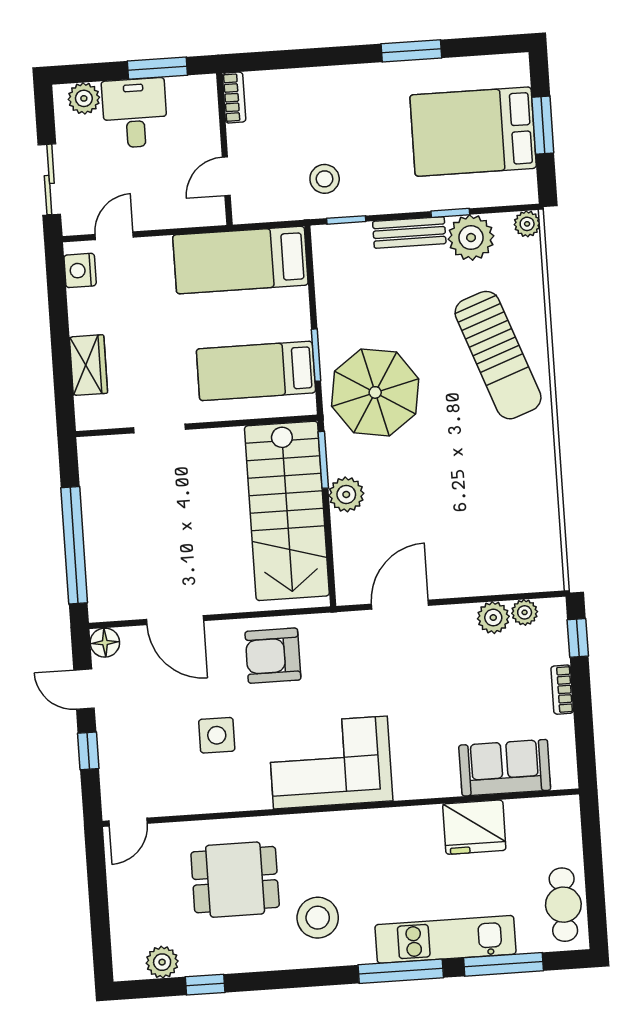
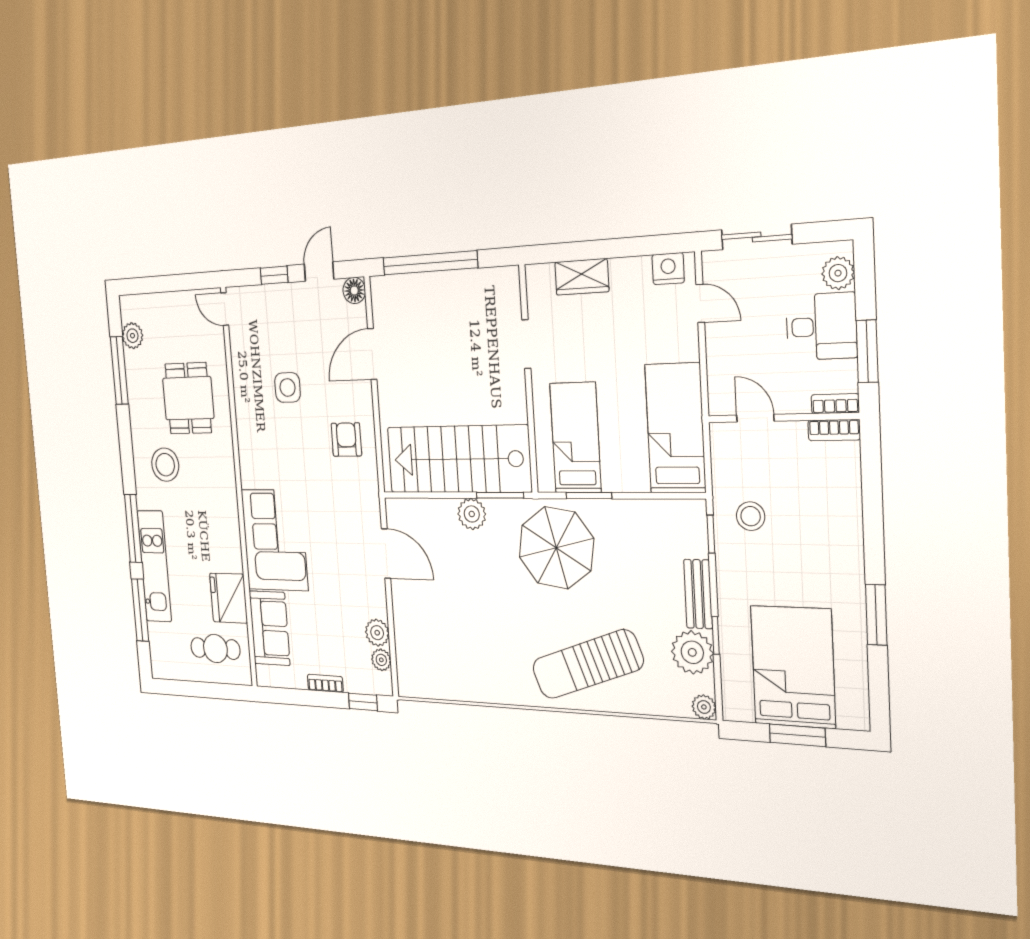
bookcase: (208, 97) -> (835, 404), added
armchair: (273, 656) -> (346, 440), width x0.72, depth x0.72
corner sofa: (330, 762) -> (274, 540), moved
cafe table: (563, 905) -> (215, 649), moved
window: (205, 985) -> (119, 370), width x2.17

